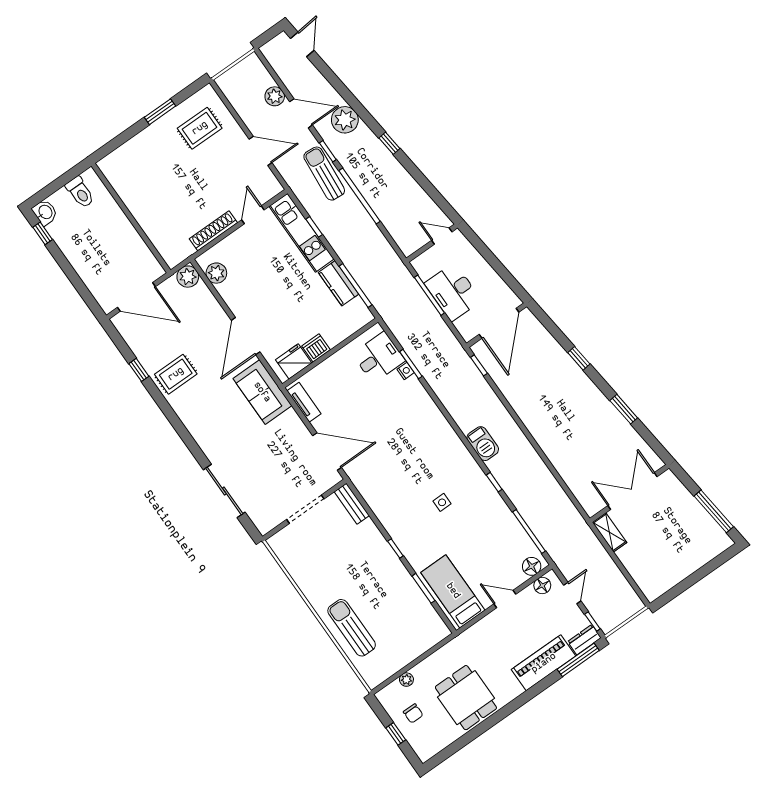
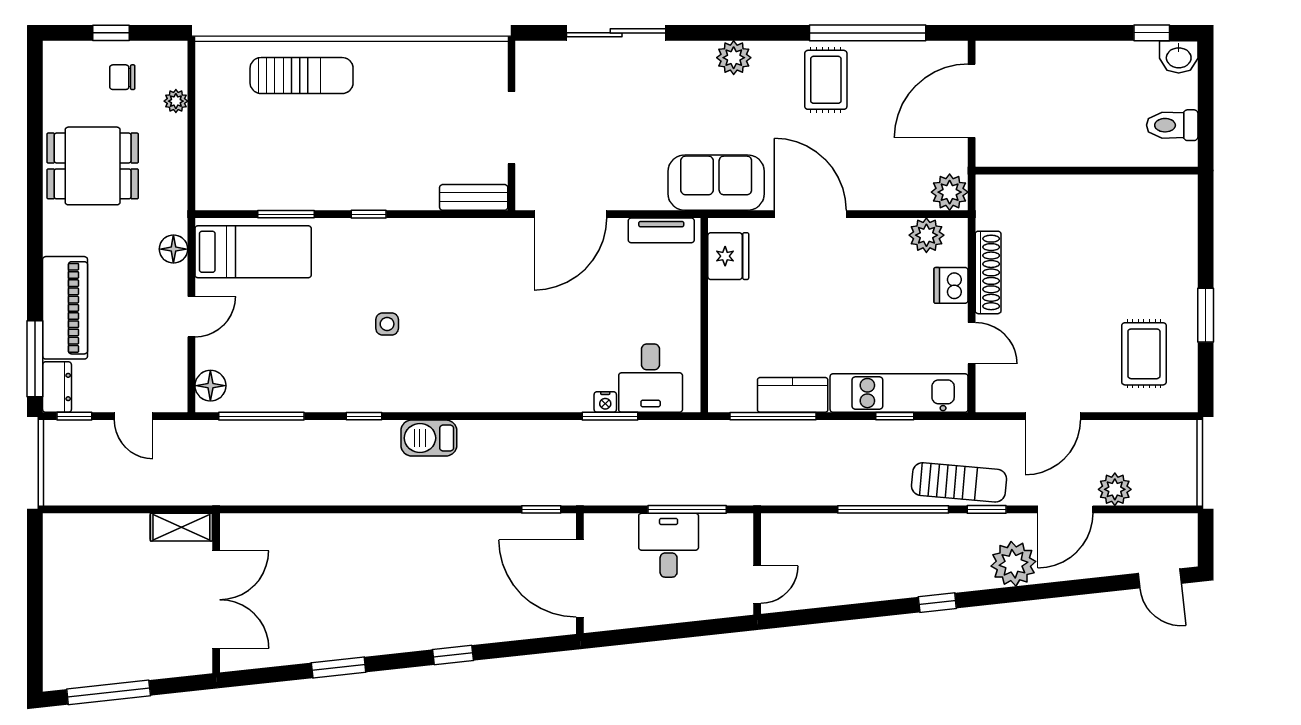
desk: (453, 292) -> (669, 545), width x0.73
dishwasher: (316, 348) -> (951, 285), moved, turned 180
window: (139, 370) -> (868, 33), width x3.17
plant: (196, 426) -> (734, 58), added
floor lamp: (542, 585) -> (173, 249), moved

